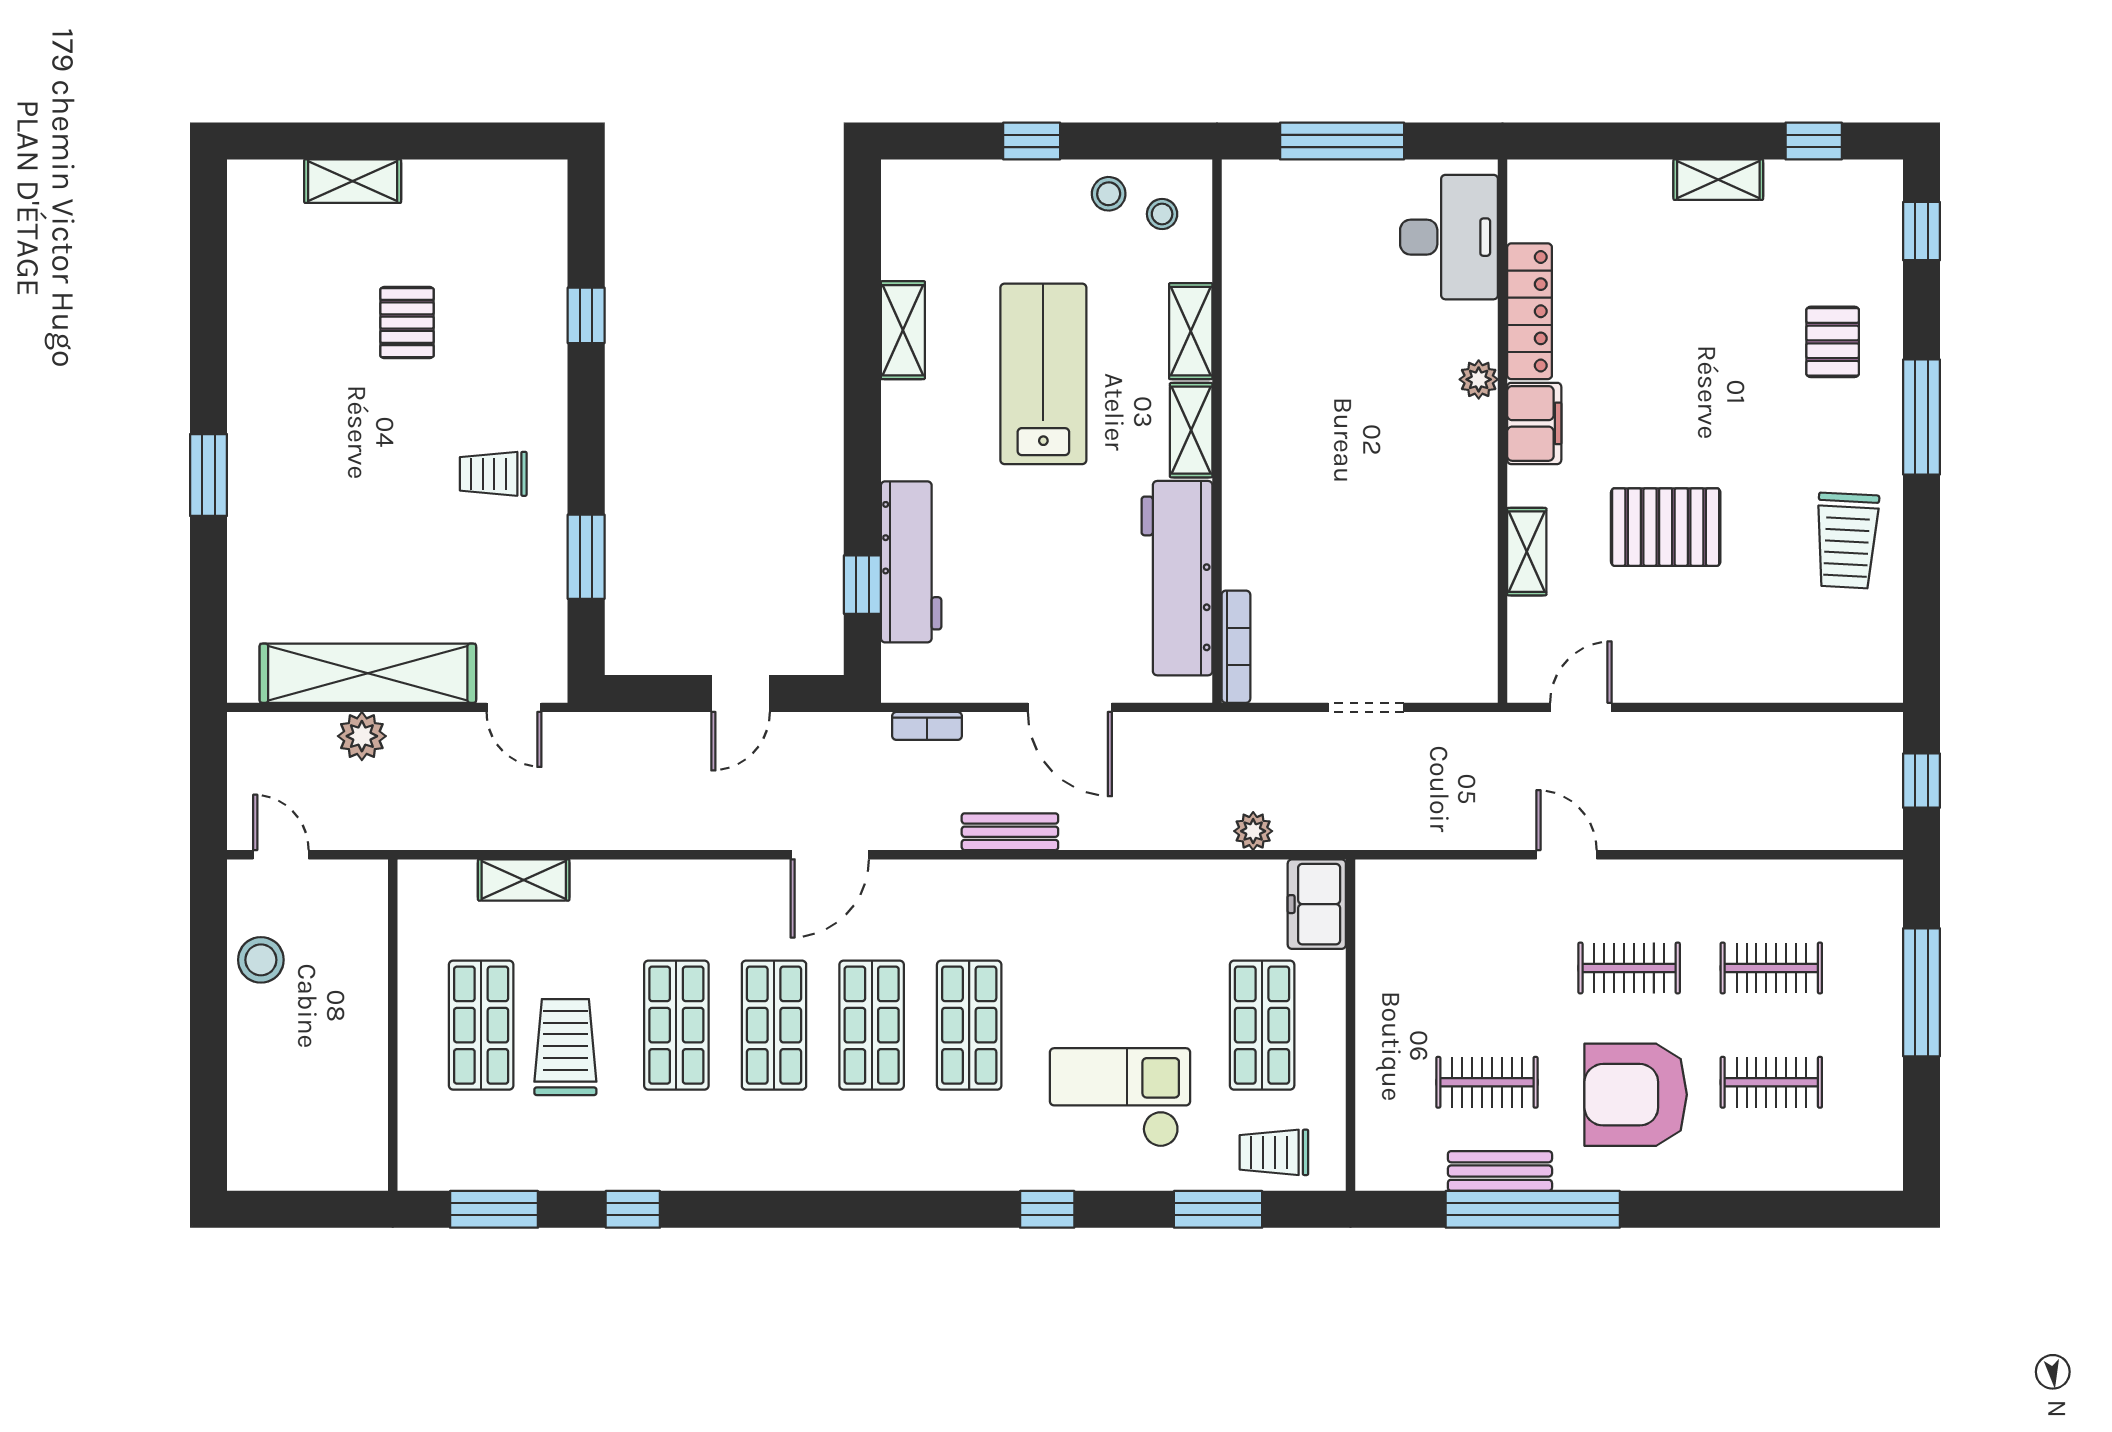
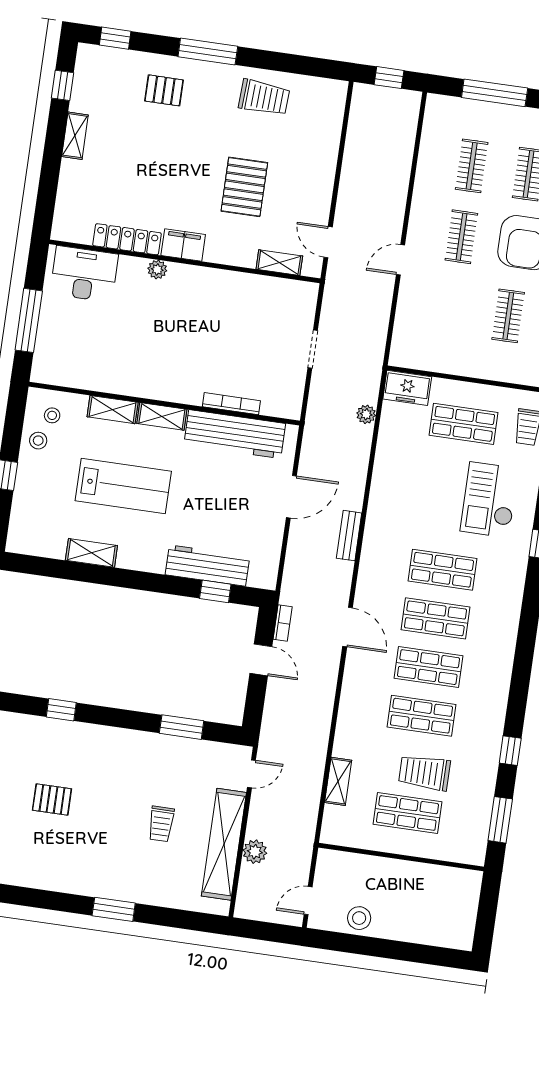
lab bench: (1043, 374) -> (123, 486), turned 180
trolley: (493, 474) -> (161, 824), moved
shelving: (1527, 552) -> (279, 263), moved
bookcase: (1236, 647) -> (231, 404), moved
bookcase: (927, 726) -> (283, 623), moved

